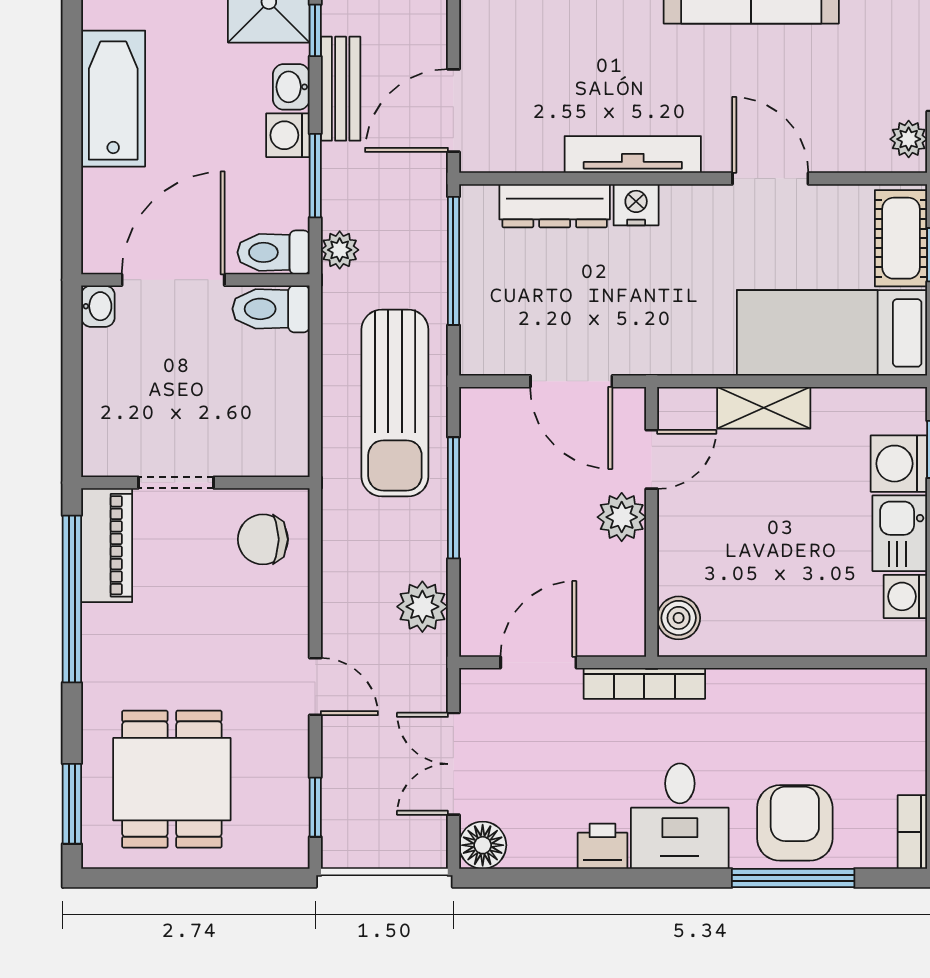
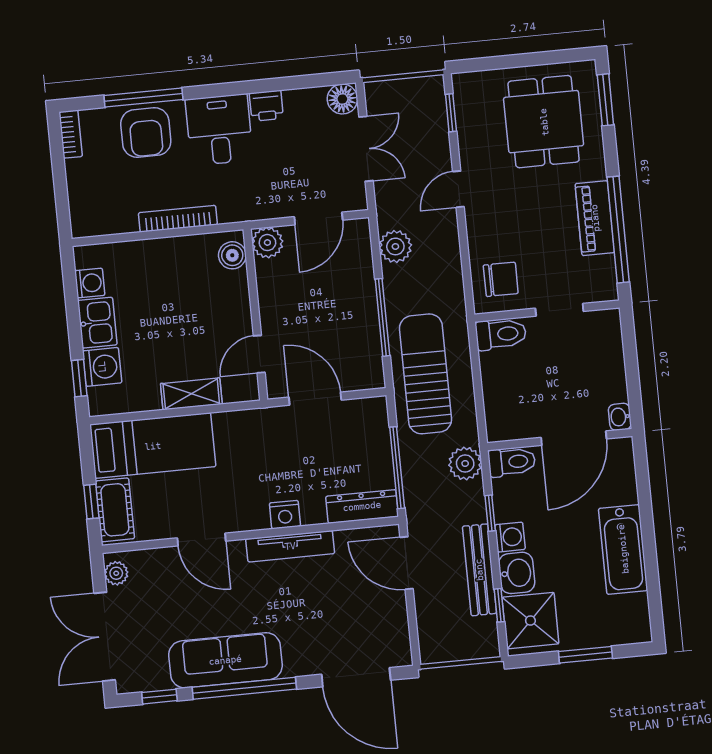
washbasin: (291, 87) -> (517, 573), width x1.38, depth x1.45
bench: (341, 89) -> (479, 570), width x1.36
door: (453, 111) -> (407, 563), swing flipped
window: (315, 176) -> (490, 513), width x0.67
dresser: (555, 206) -> (362, 506), moved
plant: (340, 250) -> (465, 463), width x1.38, depth x1.38
toilet: (271, 309) -> (501, 334), moved
plant: (622, 517) -> (267, 243), moved
piano: (107, 545) -> (595, 218), moved
bookcase: (644, 683) -> (178, 219), moved
door: (315, 687) -> (458, 189), hinge flipped

